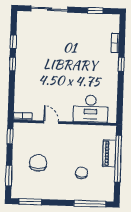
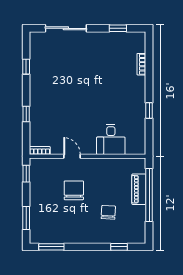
window: (12, 64) -> (26, 114), moved
window: (121, 64) -> (149, 110), moved
desk: (91, 109) -> (111, 139), width x0.73
chair: (38, 163) -> (74, 190), moved
window: (90, 204) -> (119, 247), width x0.46

